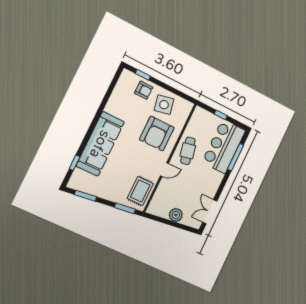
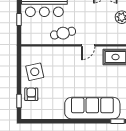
armchair: (157, 134) -> (61, 66), removed
door: (164, 170) -> (88, 45), swing flipped

